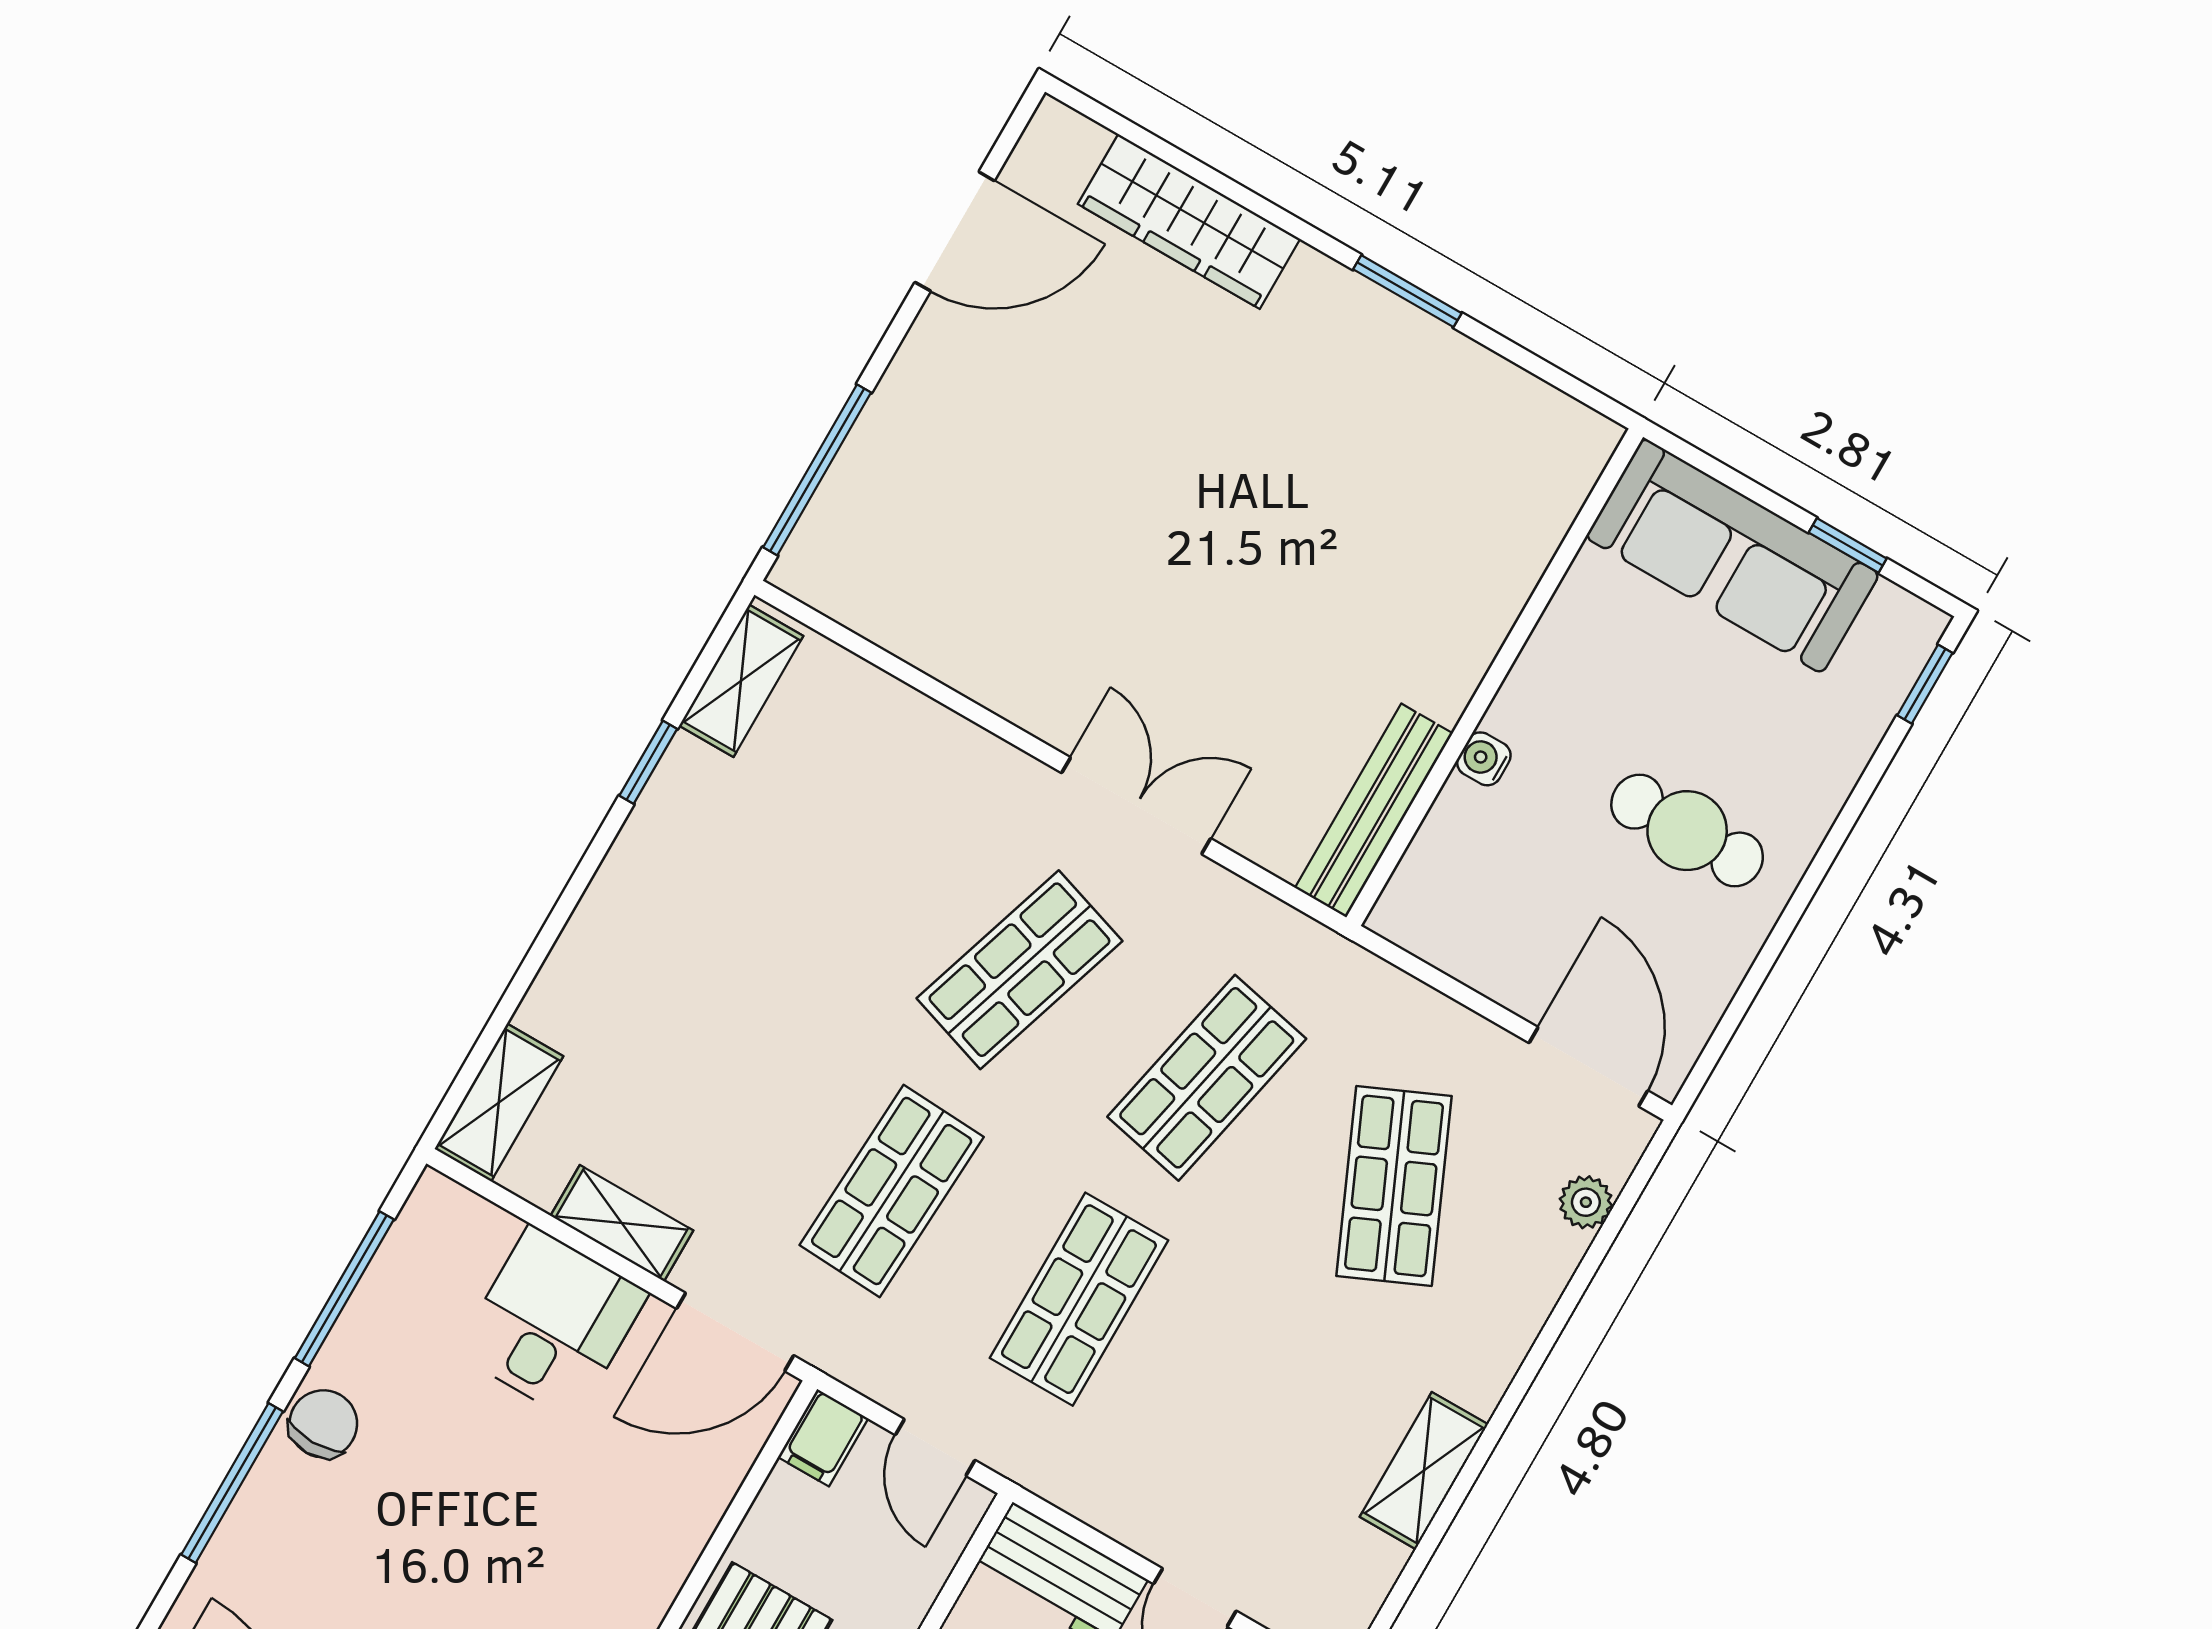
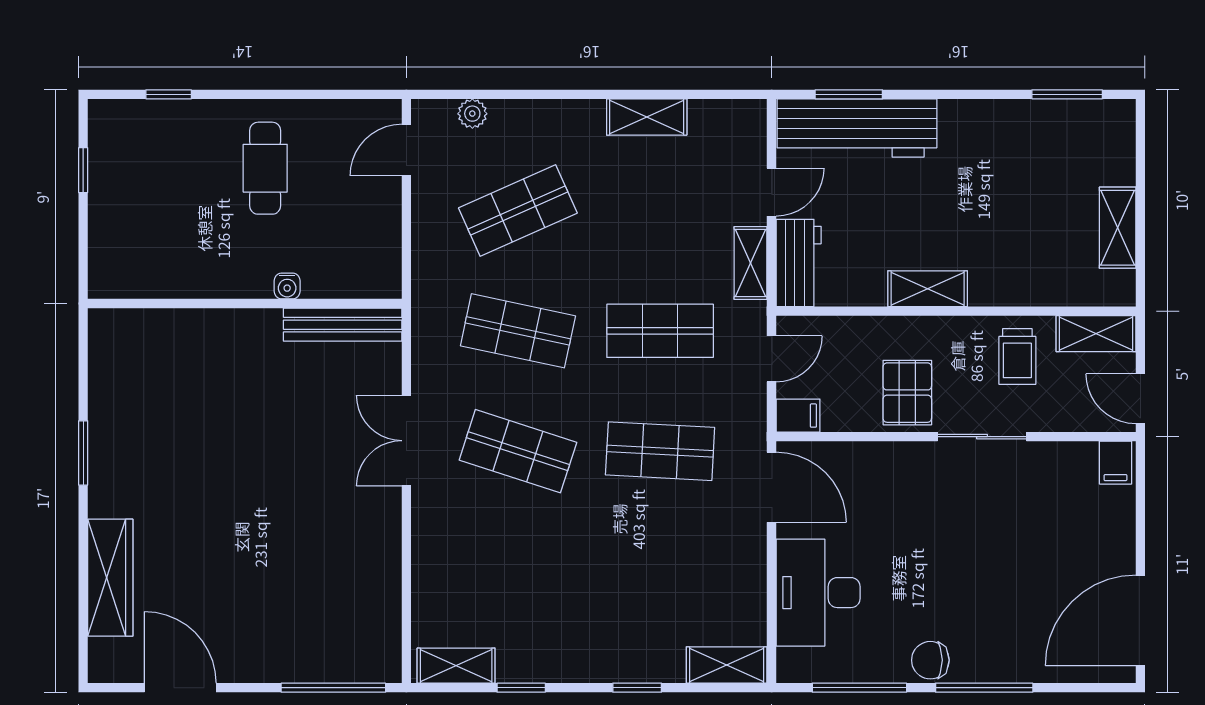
sofa: (1732, 556) -> (120, 223), removed
window: (1925, 684) -> (169, 94), moved
window: (544, 943) -> (637, 688), added
door: (1588, 1067) -> (406, 150), width x0.73
shelving: (622, 1223) -> (751, 263), moved
desk: (552, 1323) -> (818, 593), width x1.37

